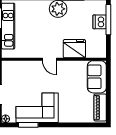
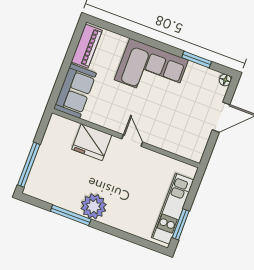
dishwasher: (100, 22) -> (42, 166), removed
corner sofa: (37, 108) -> (151, 70), moved

